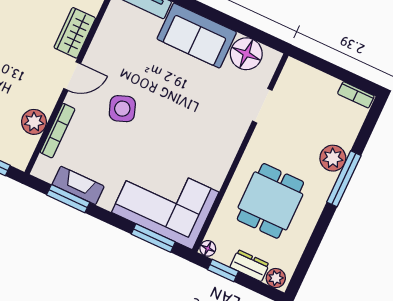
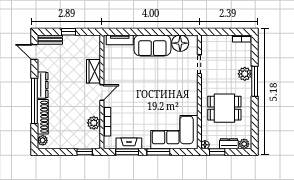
side table: (122, 109) -> (133, 97), removed
dining table: (270, 201) -> (224, 108), turned 90
window: (153, 238) -> (158, 152), moved

